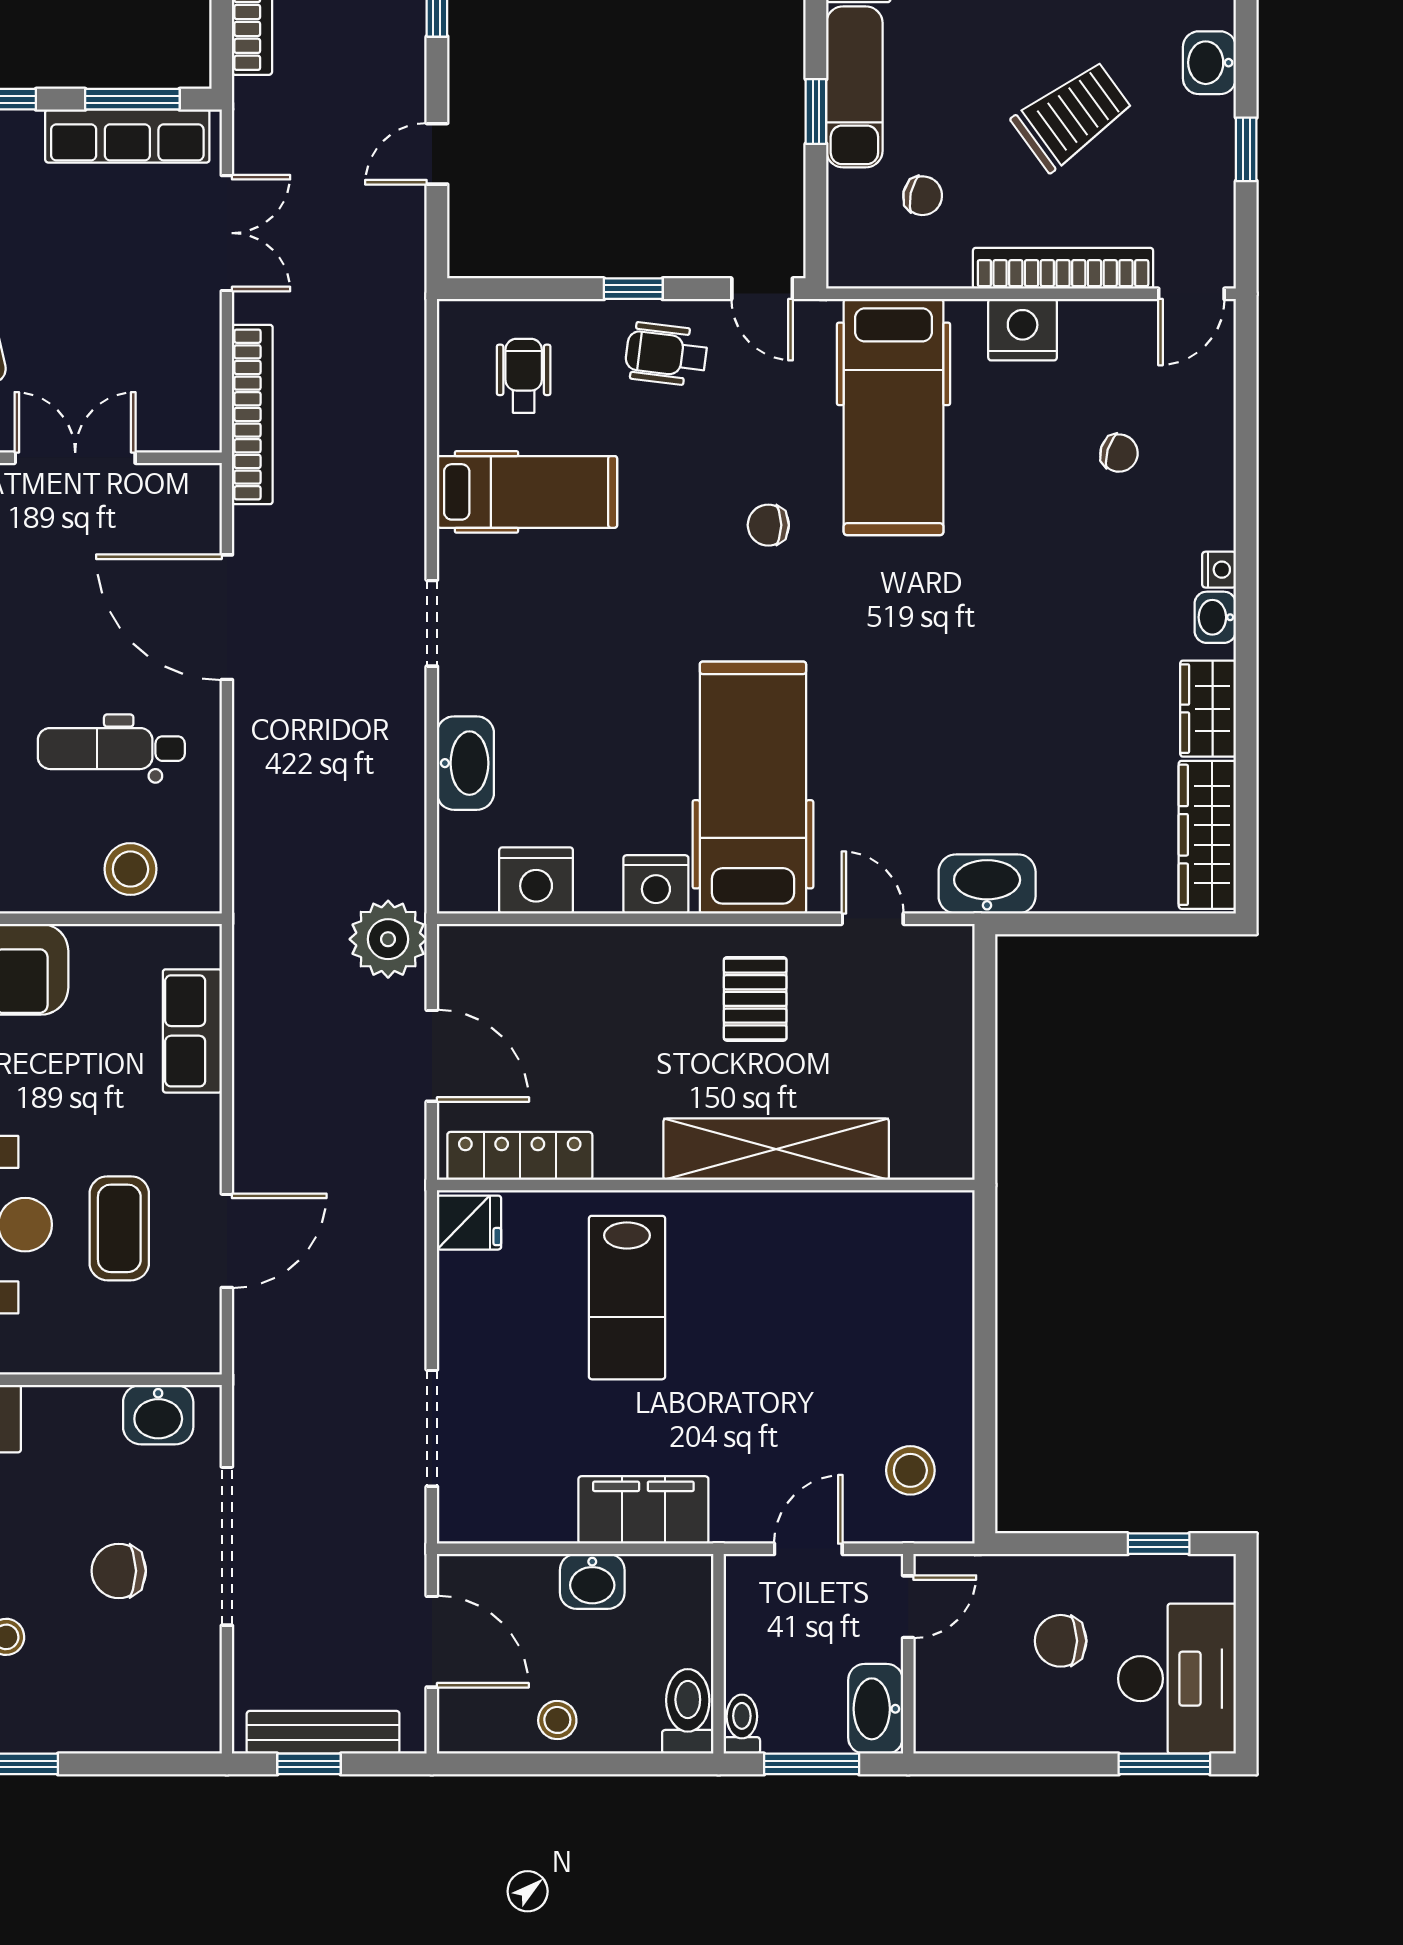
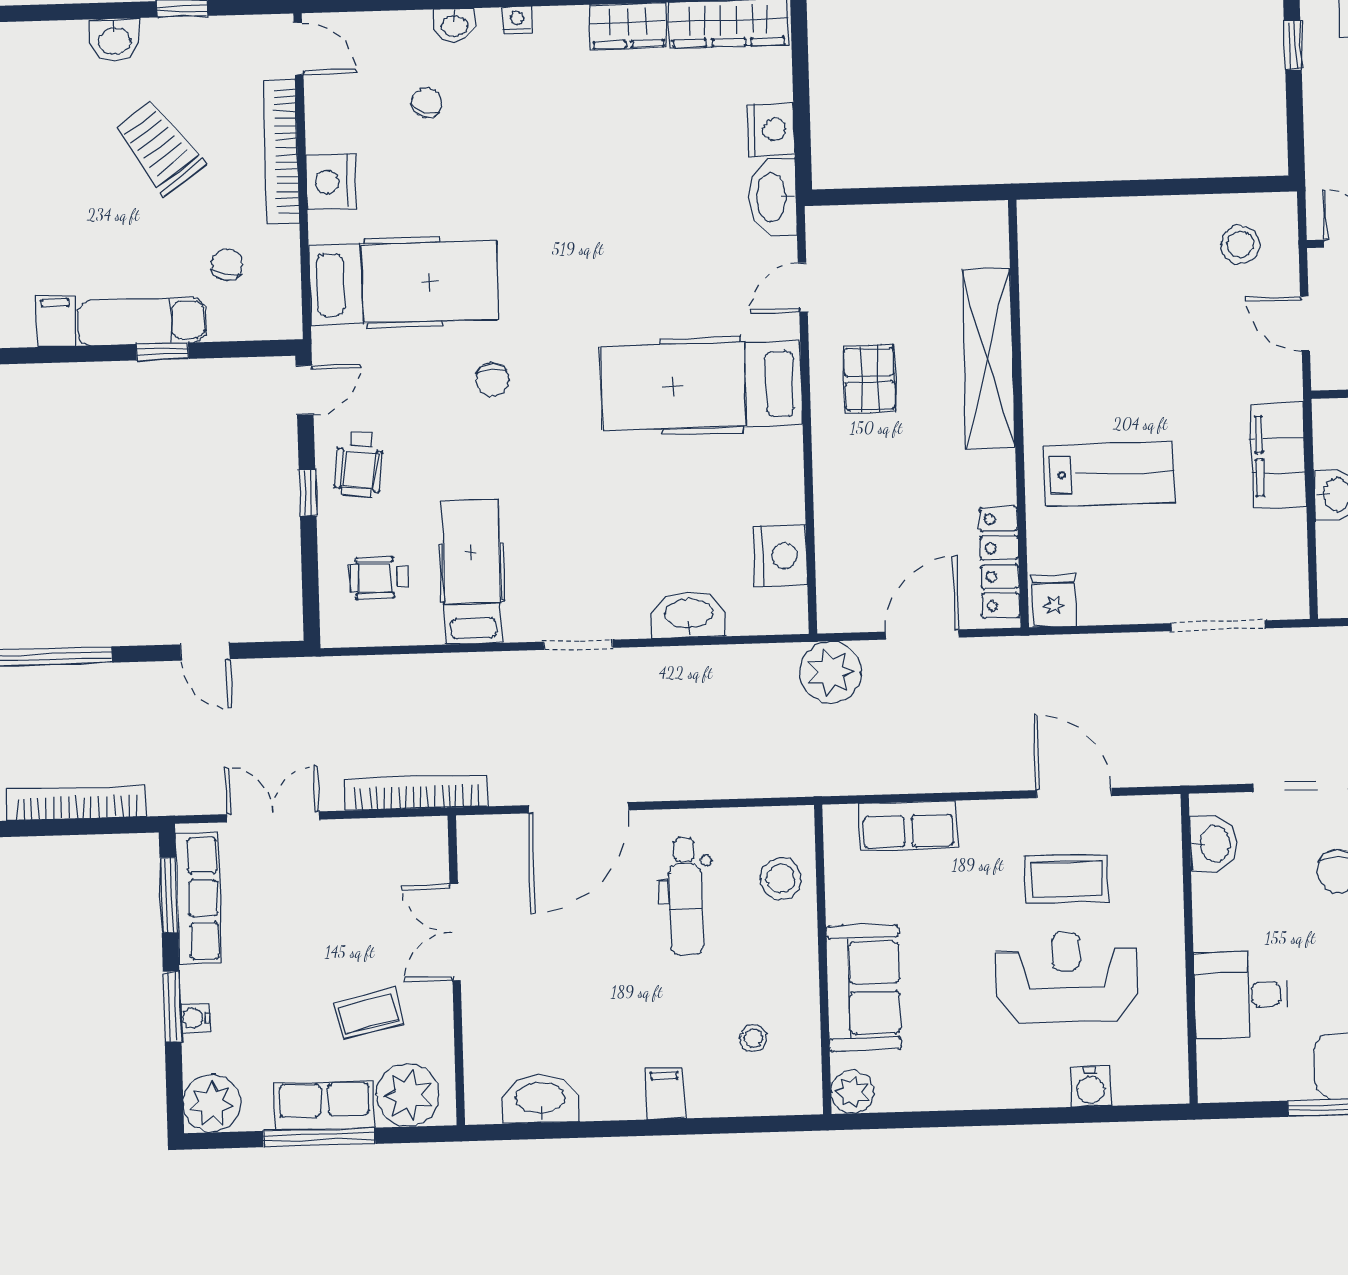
washbasin: (1215, 617) -> (454, 25), moved
nightstand: (656, 884) -> (771, 130), moved
pallet: (755, 999) -> (869, 379), turned 90

